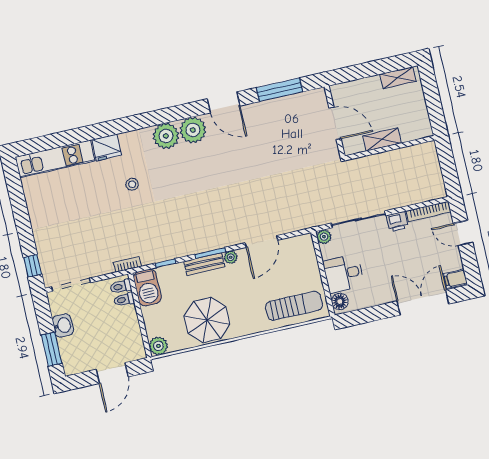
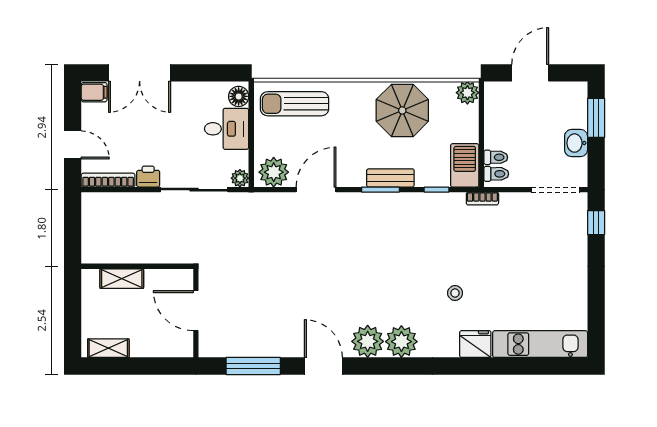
shelving: (382, 139) -> (122, 279), moved
plant: (231, 257) -> (274, 172), moved, width x1.88, depth x1.88

